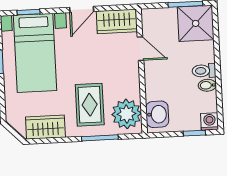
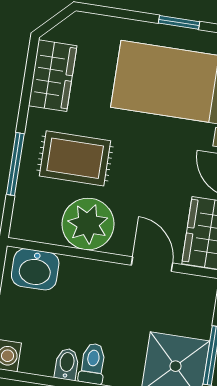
door: (141, 49) -> (152, 264), swing flipped
plant: (127, 114) -> (88, 224), moved

